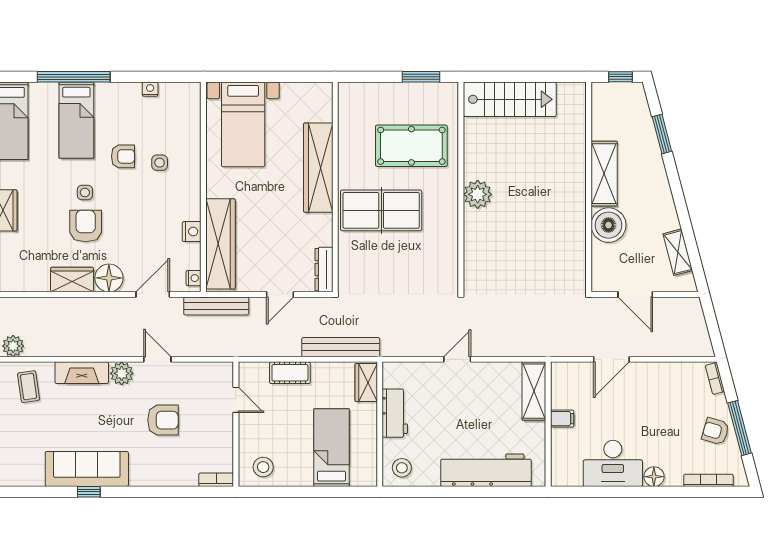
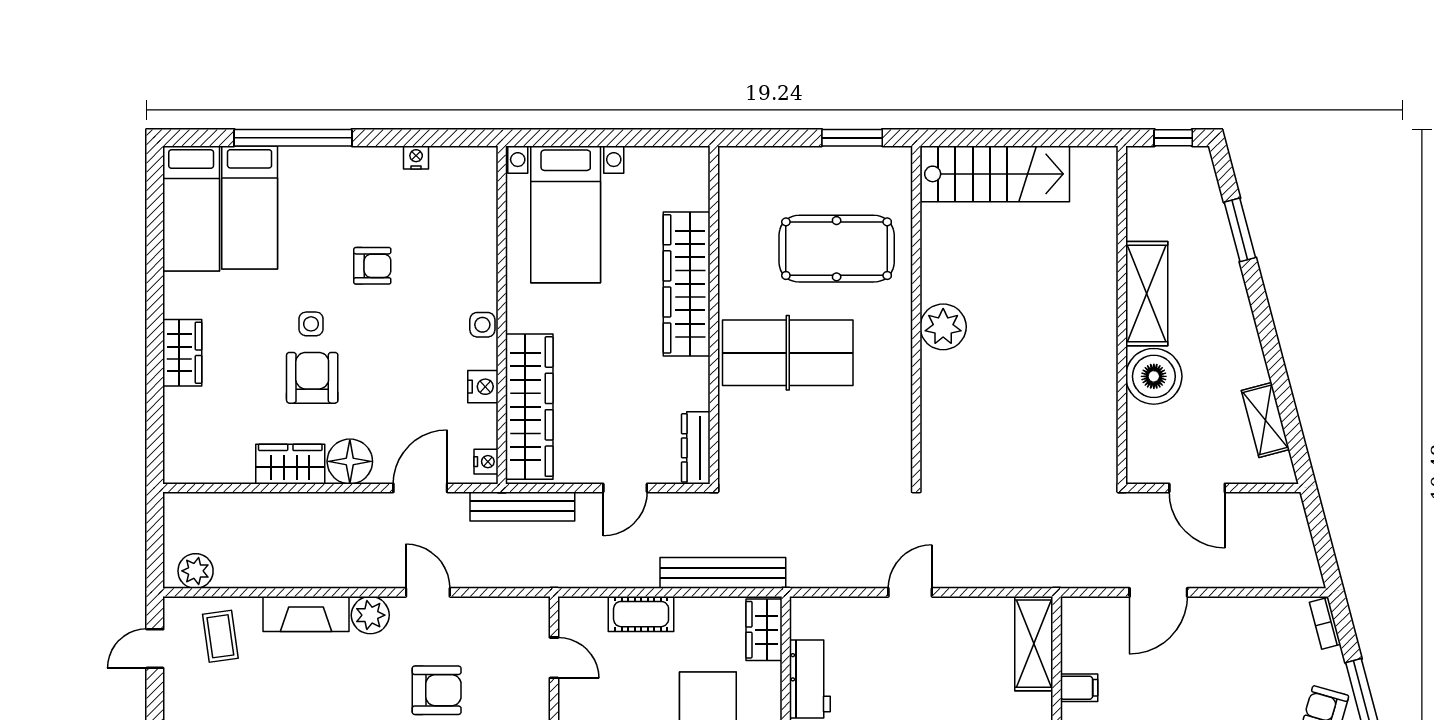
bed: (76, 120) -> (250, 207), moved
side table: (160, 163) -> (482, 325), moved

